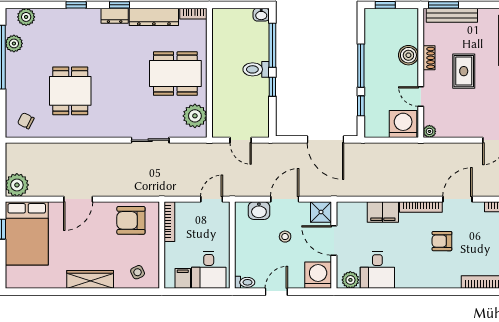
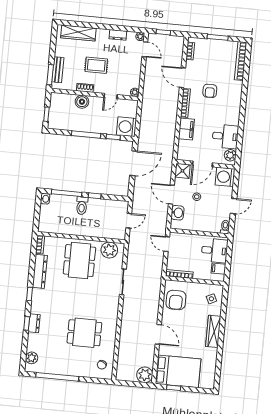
bench: (452, 15) -> (58, 70), width x0.73
dresser: (115, 16) -> (34, 323), moved
plant: (14, 43) -> (49, 368), removed
washing machine: (403, 124) -> (127, 127), moved
door: (276, 292) -> (234, 206), swing flipped

